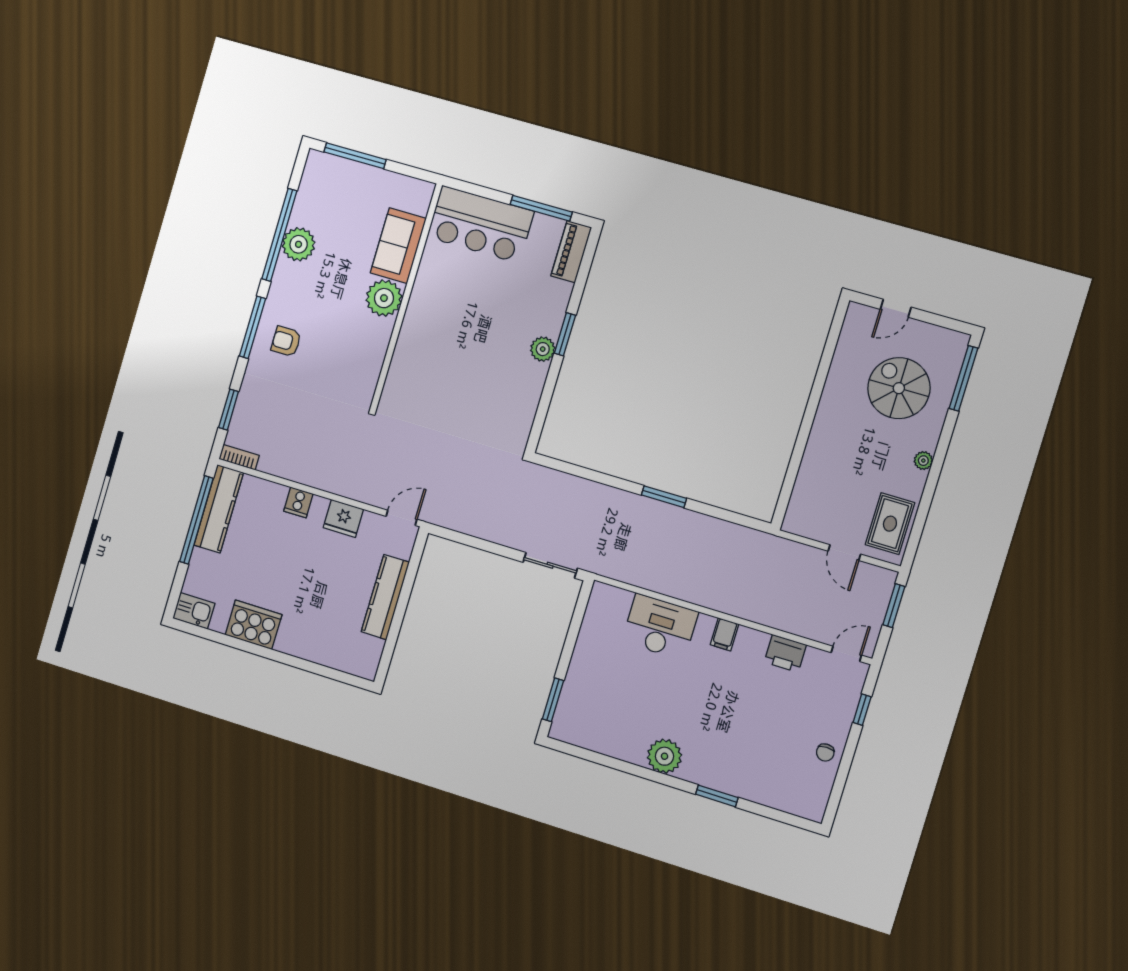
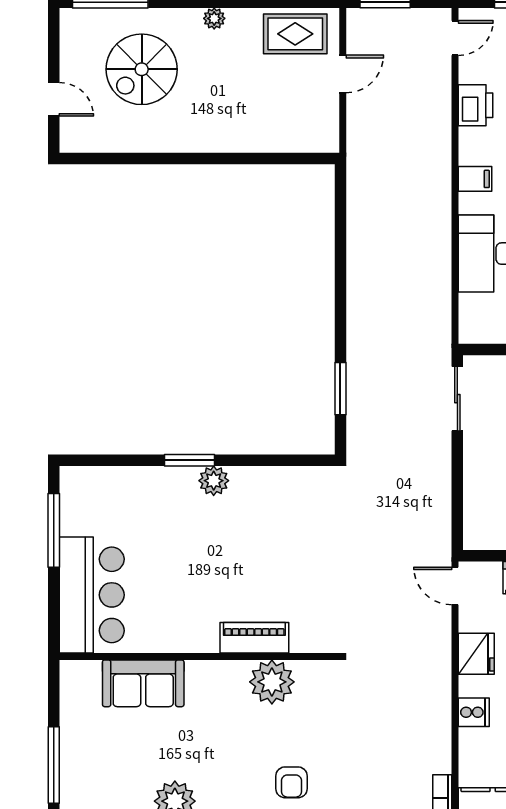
piano: (571, 252) -> (254, 638), moved, turned 180
plant: (384, 298) -> (272, 682), moved
window: (664, 497) -> (340, 389), moved
door: (846, 654) -> (455, 38), swing flipped

